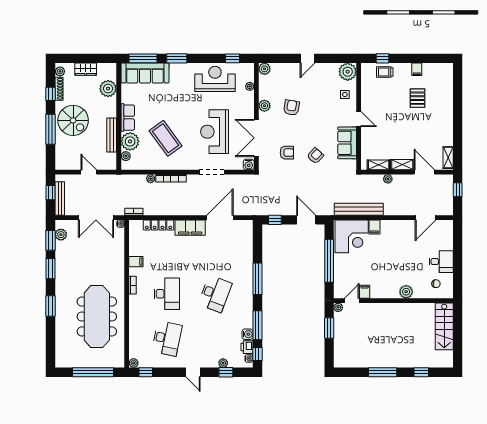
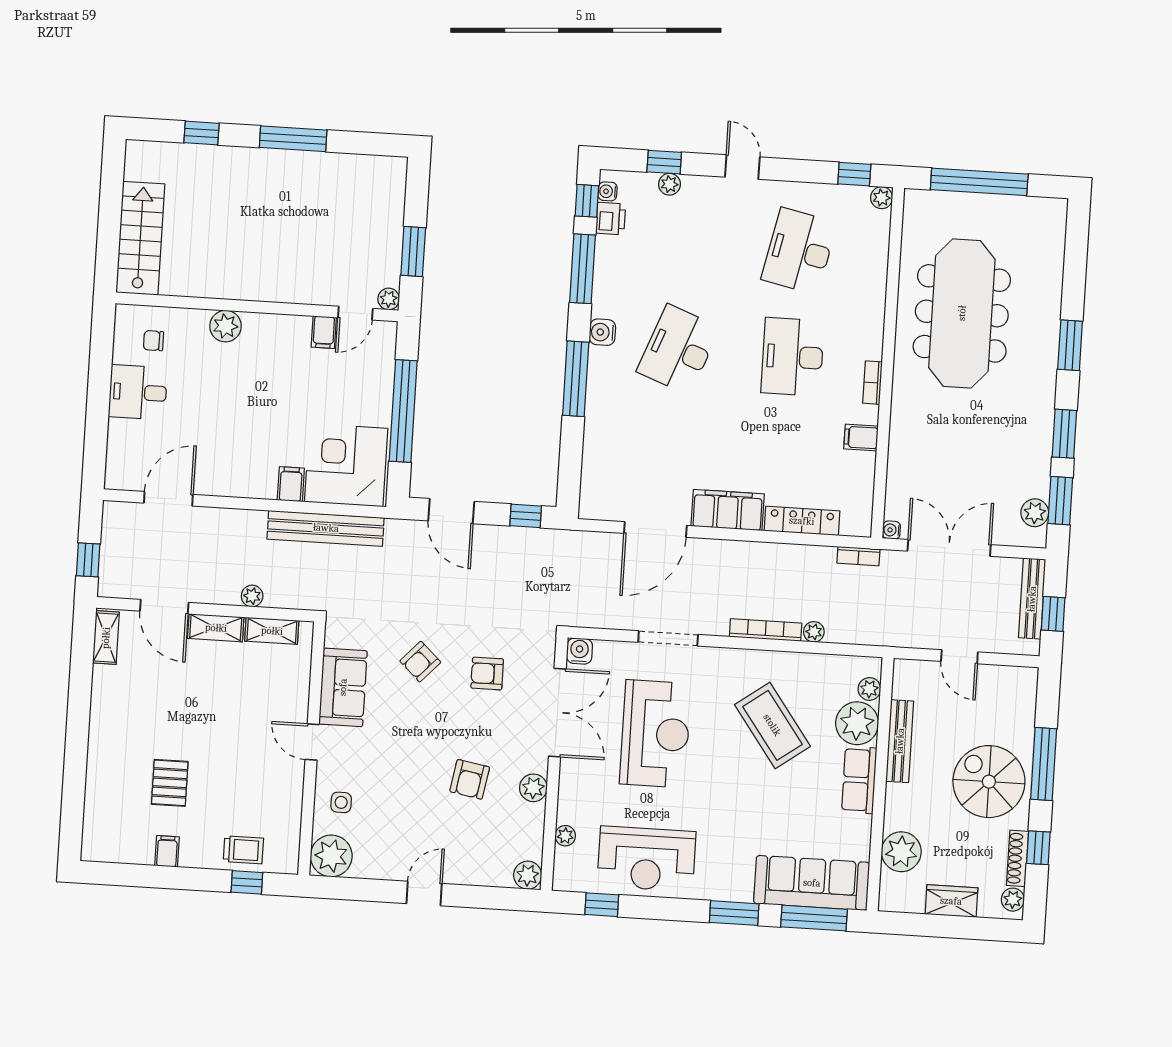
water cooler: (247, 334) -> (602, 332), moved

